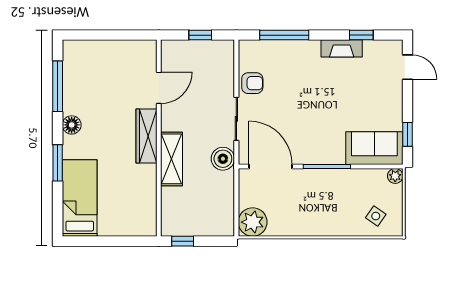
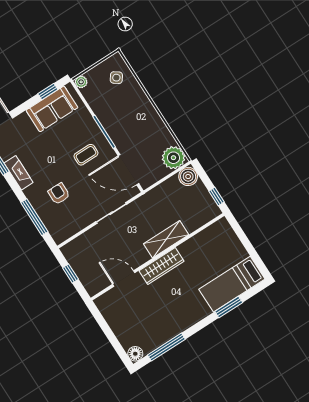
armchair: (252, 83) -> (59, 194), moved
floor lamp: (72, 125) -> (135, 354), moved
coffee table: (315, 132) -> (86, 155), added
sofa: (374, 148) -> (52, 109), moved, turned -90
boiler: (223, 159) -> (188, 176), moved
window: (58, 163) -> (229, 307), moved
door: (271, 166) -> (128, 170), hinge flipped

